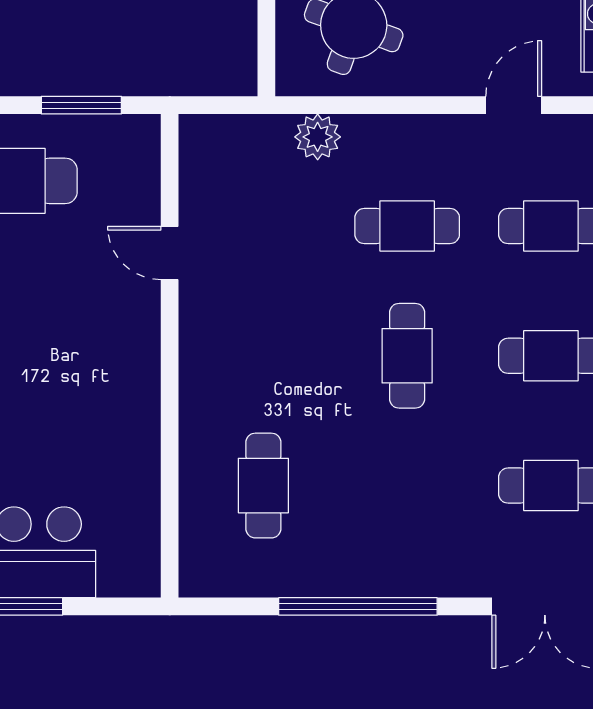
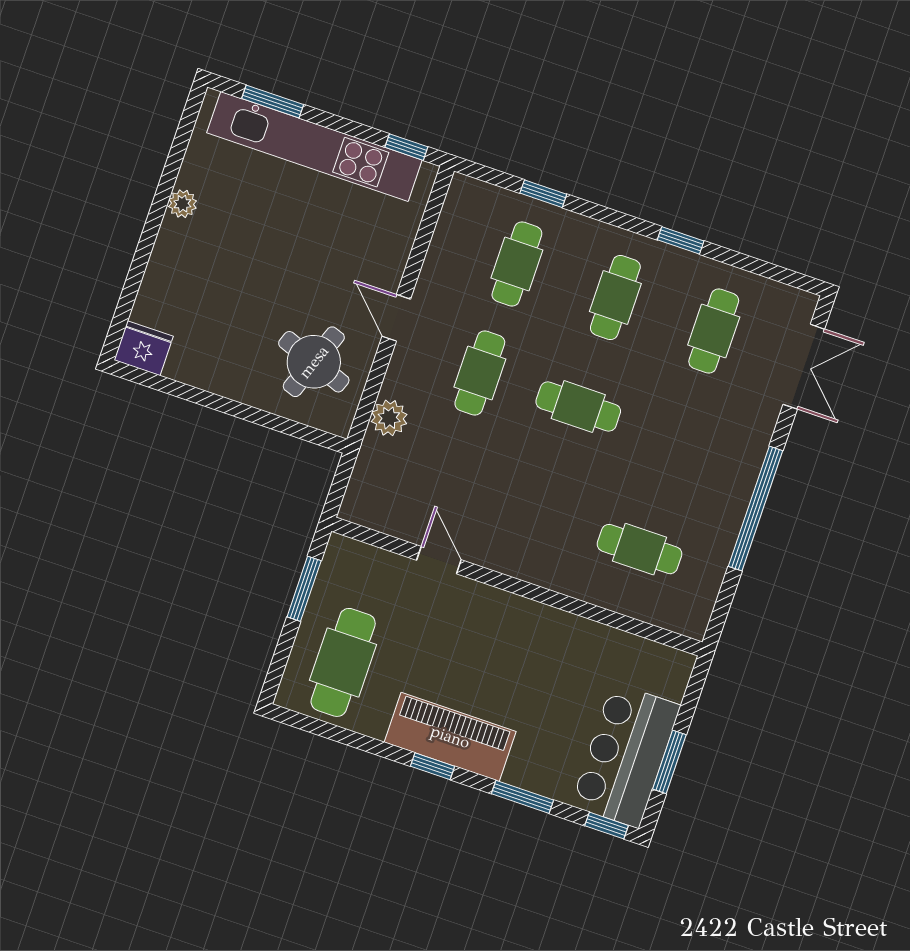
door: (514, 105) -> (396, 318), moved
door: (170, 253) -> (439, 560), swing flipped

